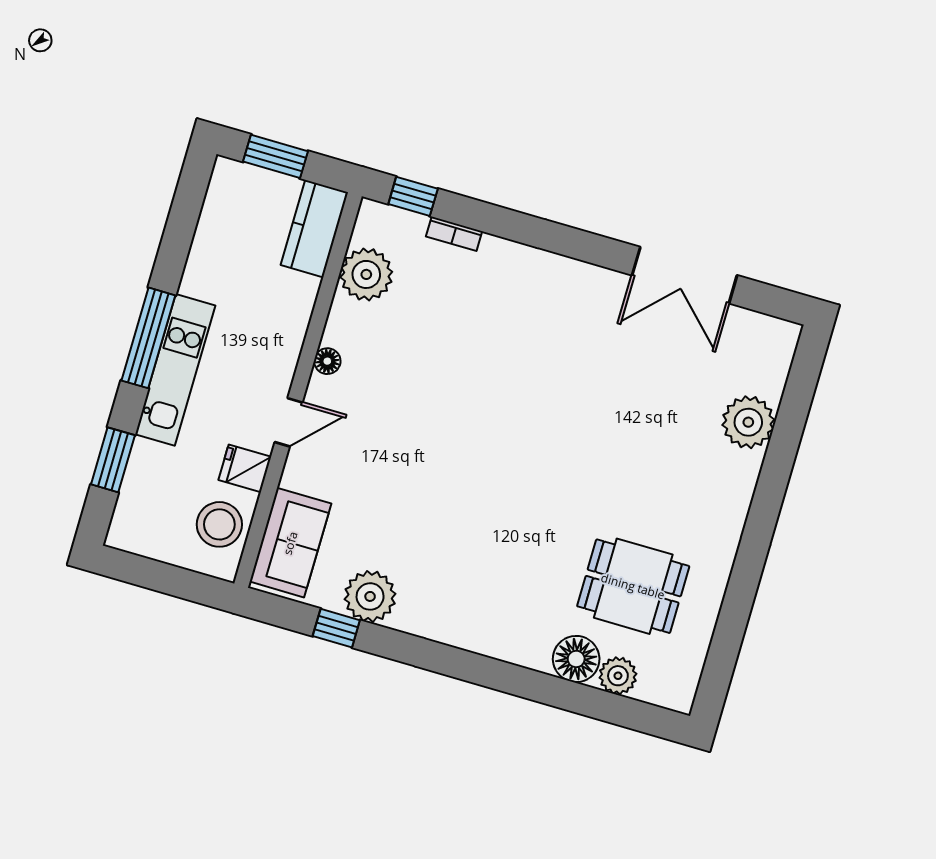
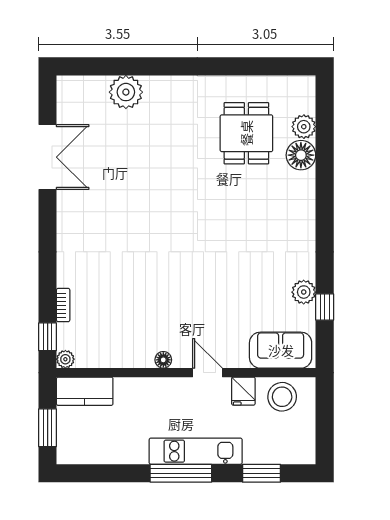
plant: (366, 274) -> (65, 359), moved, width x0.53, depth x0.53
plant: (370, 596) -> (304, 292), width x0.73, depth x0.73

